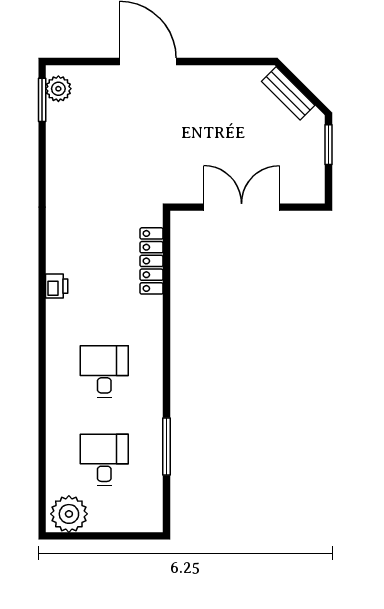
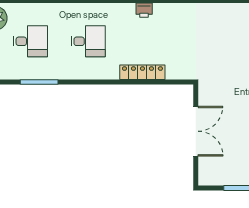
locker: (152, 261) -> (142, 72), moved

